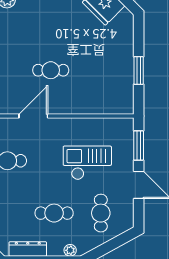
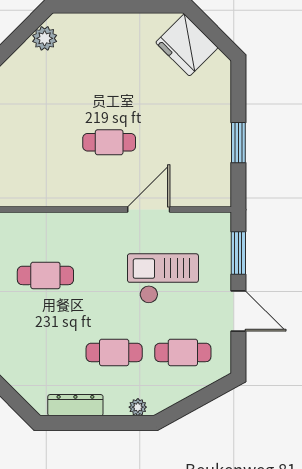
door: (33, 116) -> (149, 210), moved
cafe table: (101, 213) -> (183, 352), turned 90

